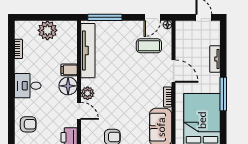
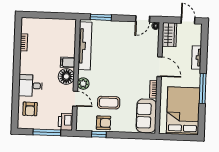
window: (105, 17) -> (101, 17), width x0.69
plant: (47, 30) -> (50, 27), removed
wardrobe: (183, 34) -> (169, 35), added
coffee table: (149, 46) -> (109, 103), moved
desk: (28, 86) -> (30, 86), moved
armchair: (28, 124) -> (30, 109), turned 90

